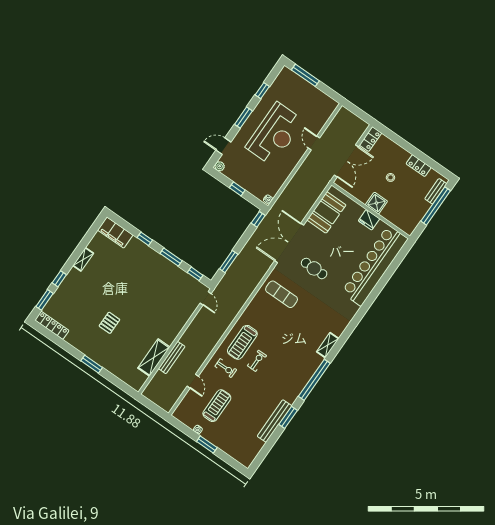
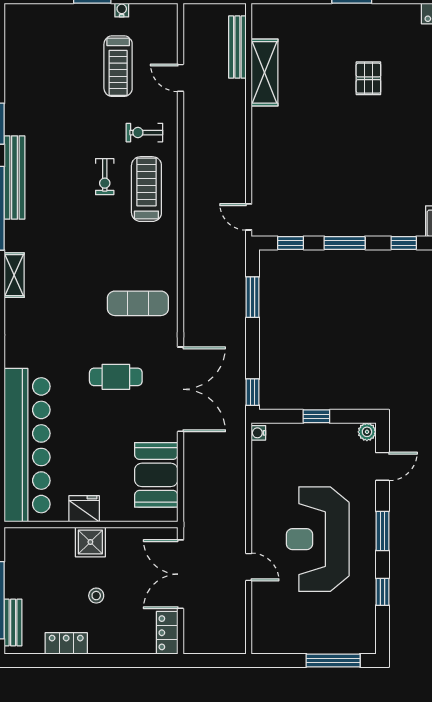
bench: (172, 358) -> (237, 47), moved
bench: (275, 421) -> (14, 178), moved

